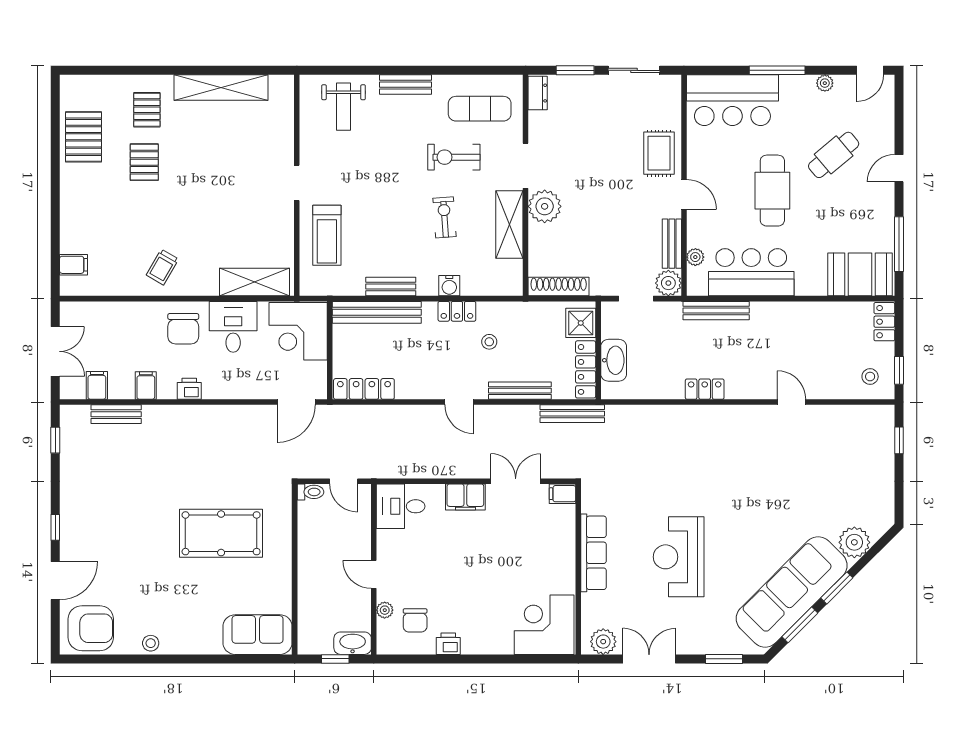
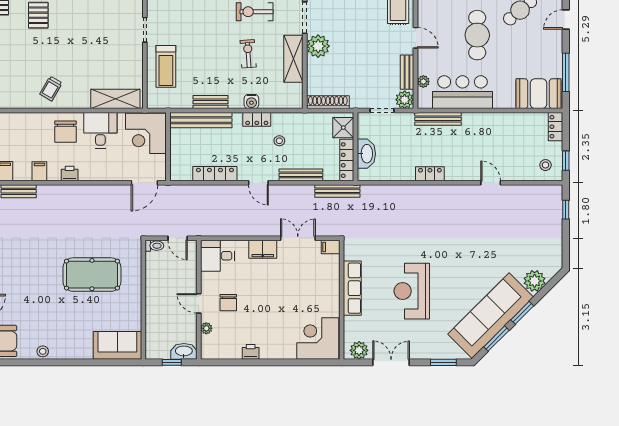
locker: (364, 389) -> (215, 174), moved
chair: (415, 620) -> (228, 303), moved

